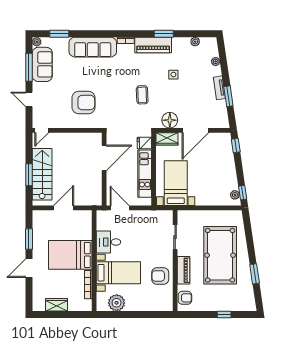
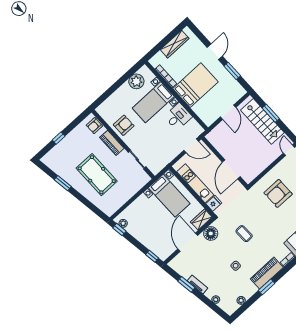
pool table: (220, 255) -> (97, 175), width x0.73, depth x0.76
wardrobe: (57, 305) -> (175, 44), width x1.50

